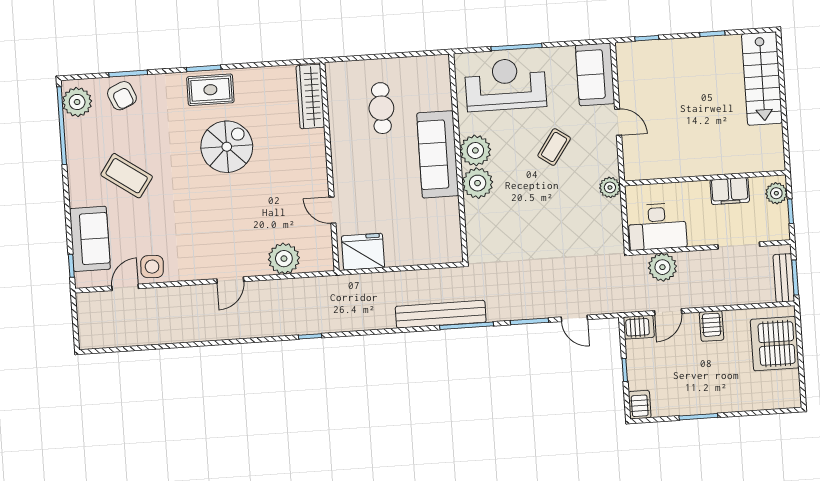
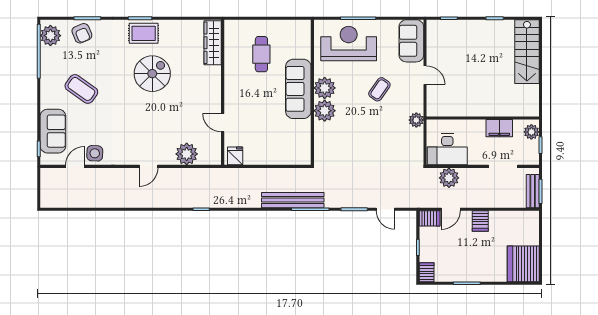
fridge: (363, 252) -> (235, 156), width x0.53, depth x0.75
server rack: (775, 344) -> (523, 264), moved

